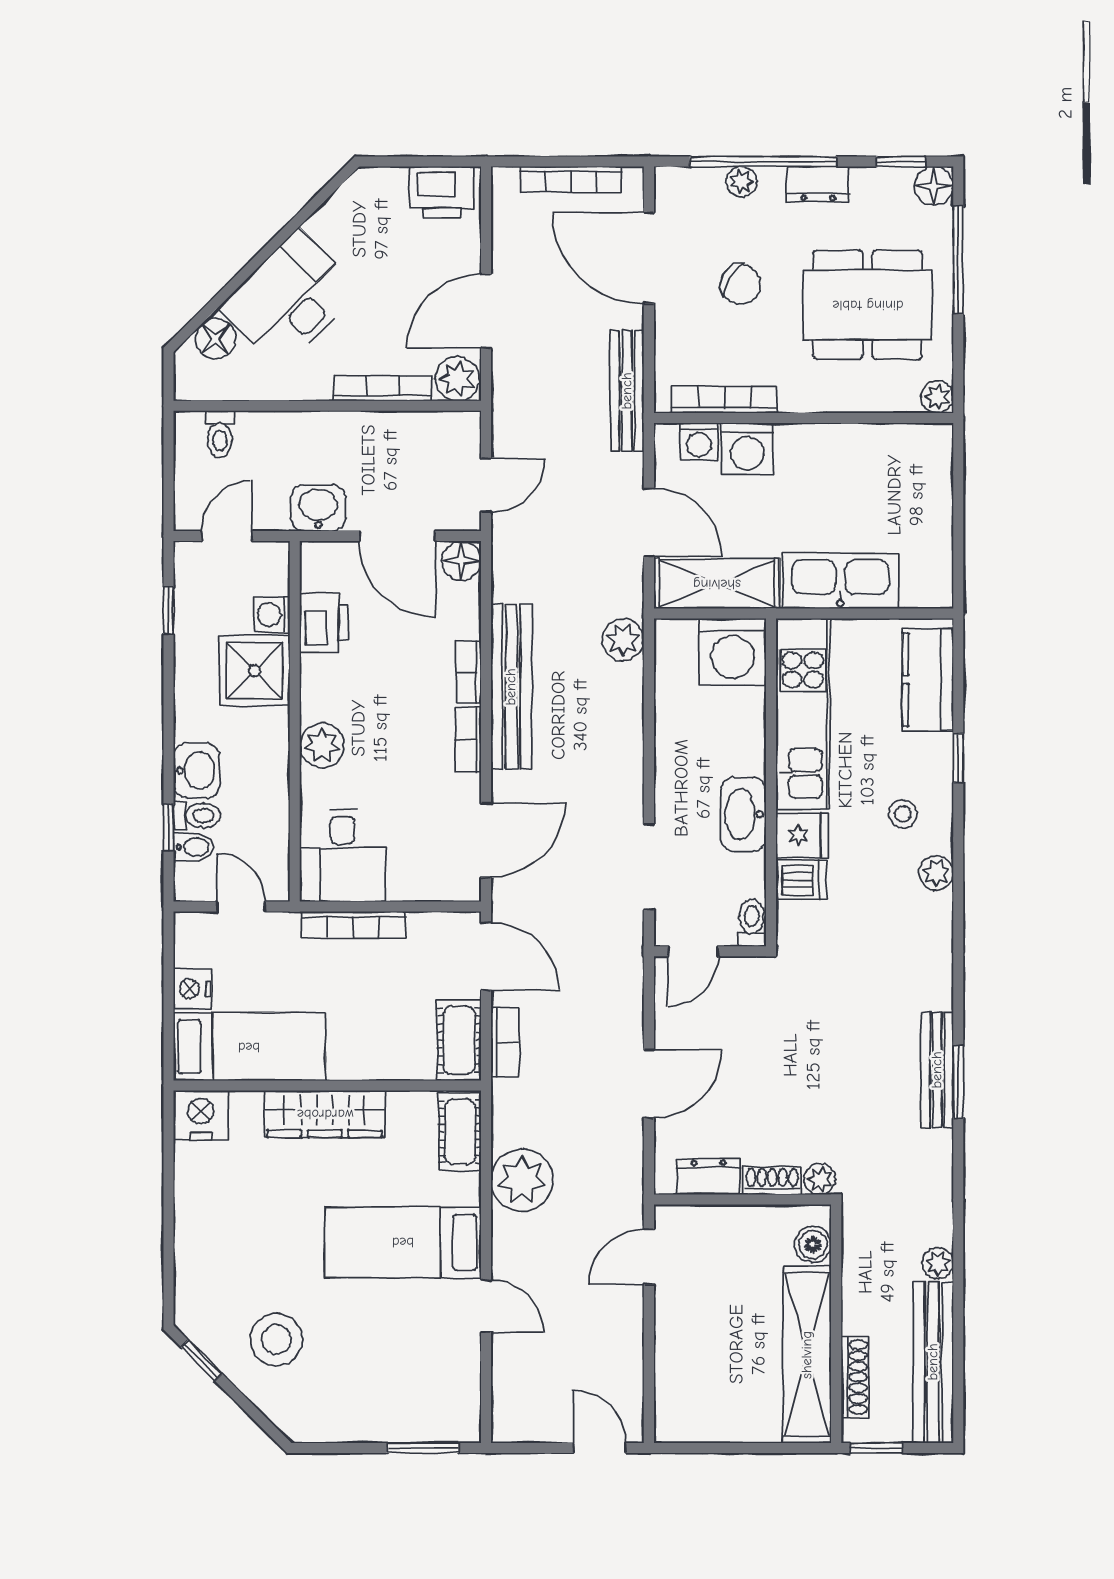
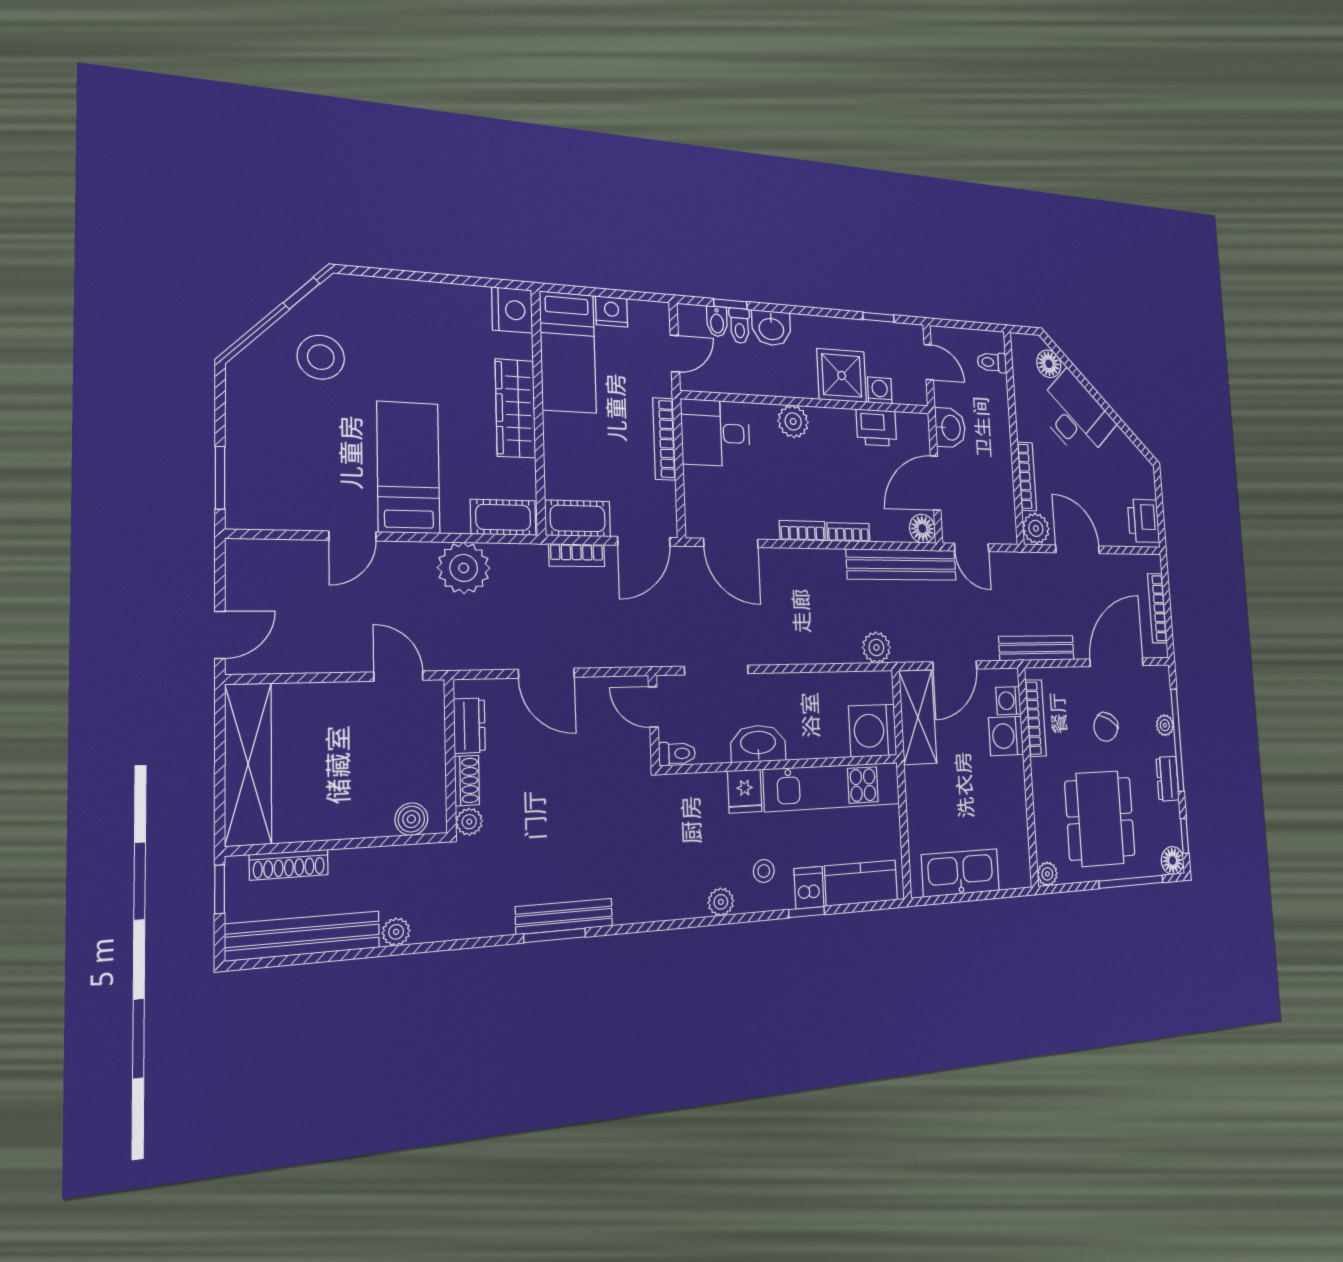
kitchen sink: (840, 581) -> (960, 873), moved, turned -90
bench: (511, 687) -> (902, 565), moved
dishwasher: (801, 880) -> (809, 888), moved, turned 180
shelving: (807, 1355) -> (248, 764), moved, turned 90

